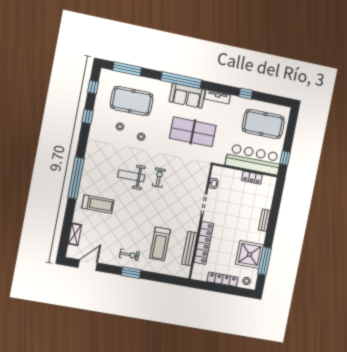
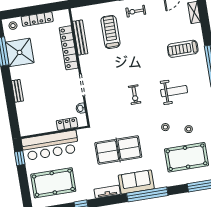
weight bench: (131, 176) -> (174, 91), moved
locker: (252, 178) -> (67, 124), moved

